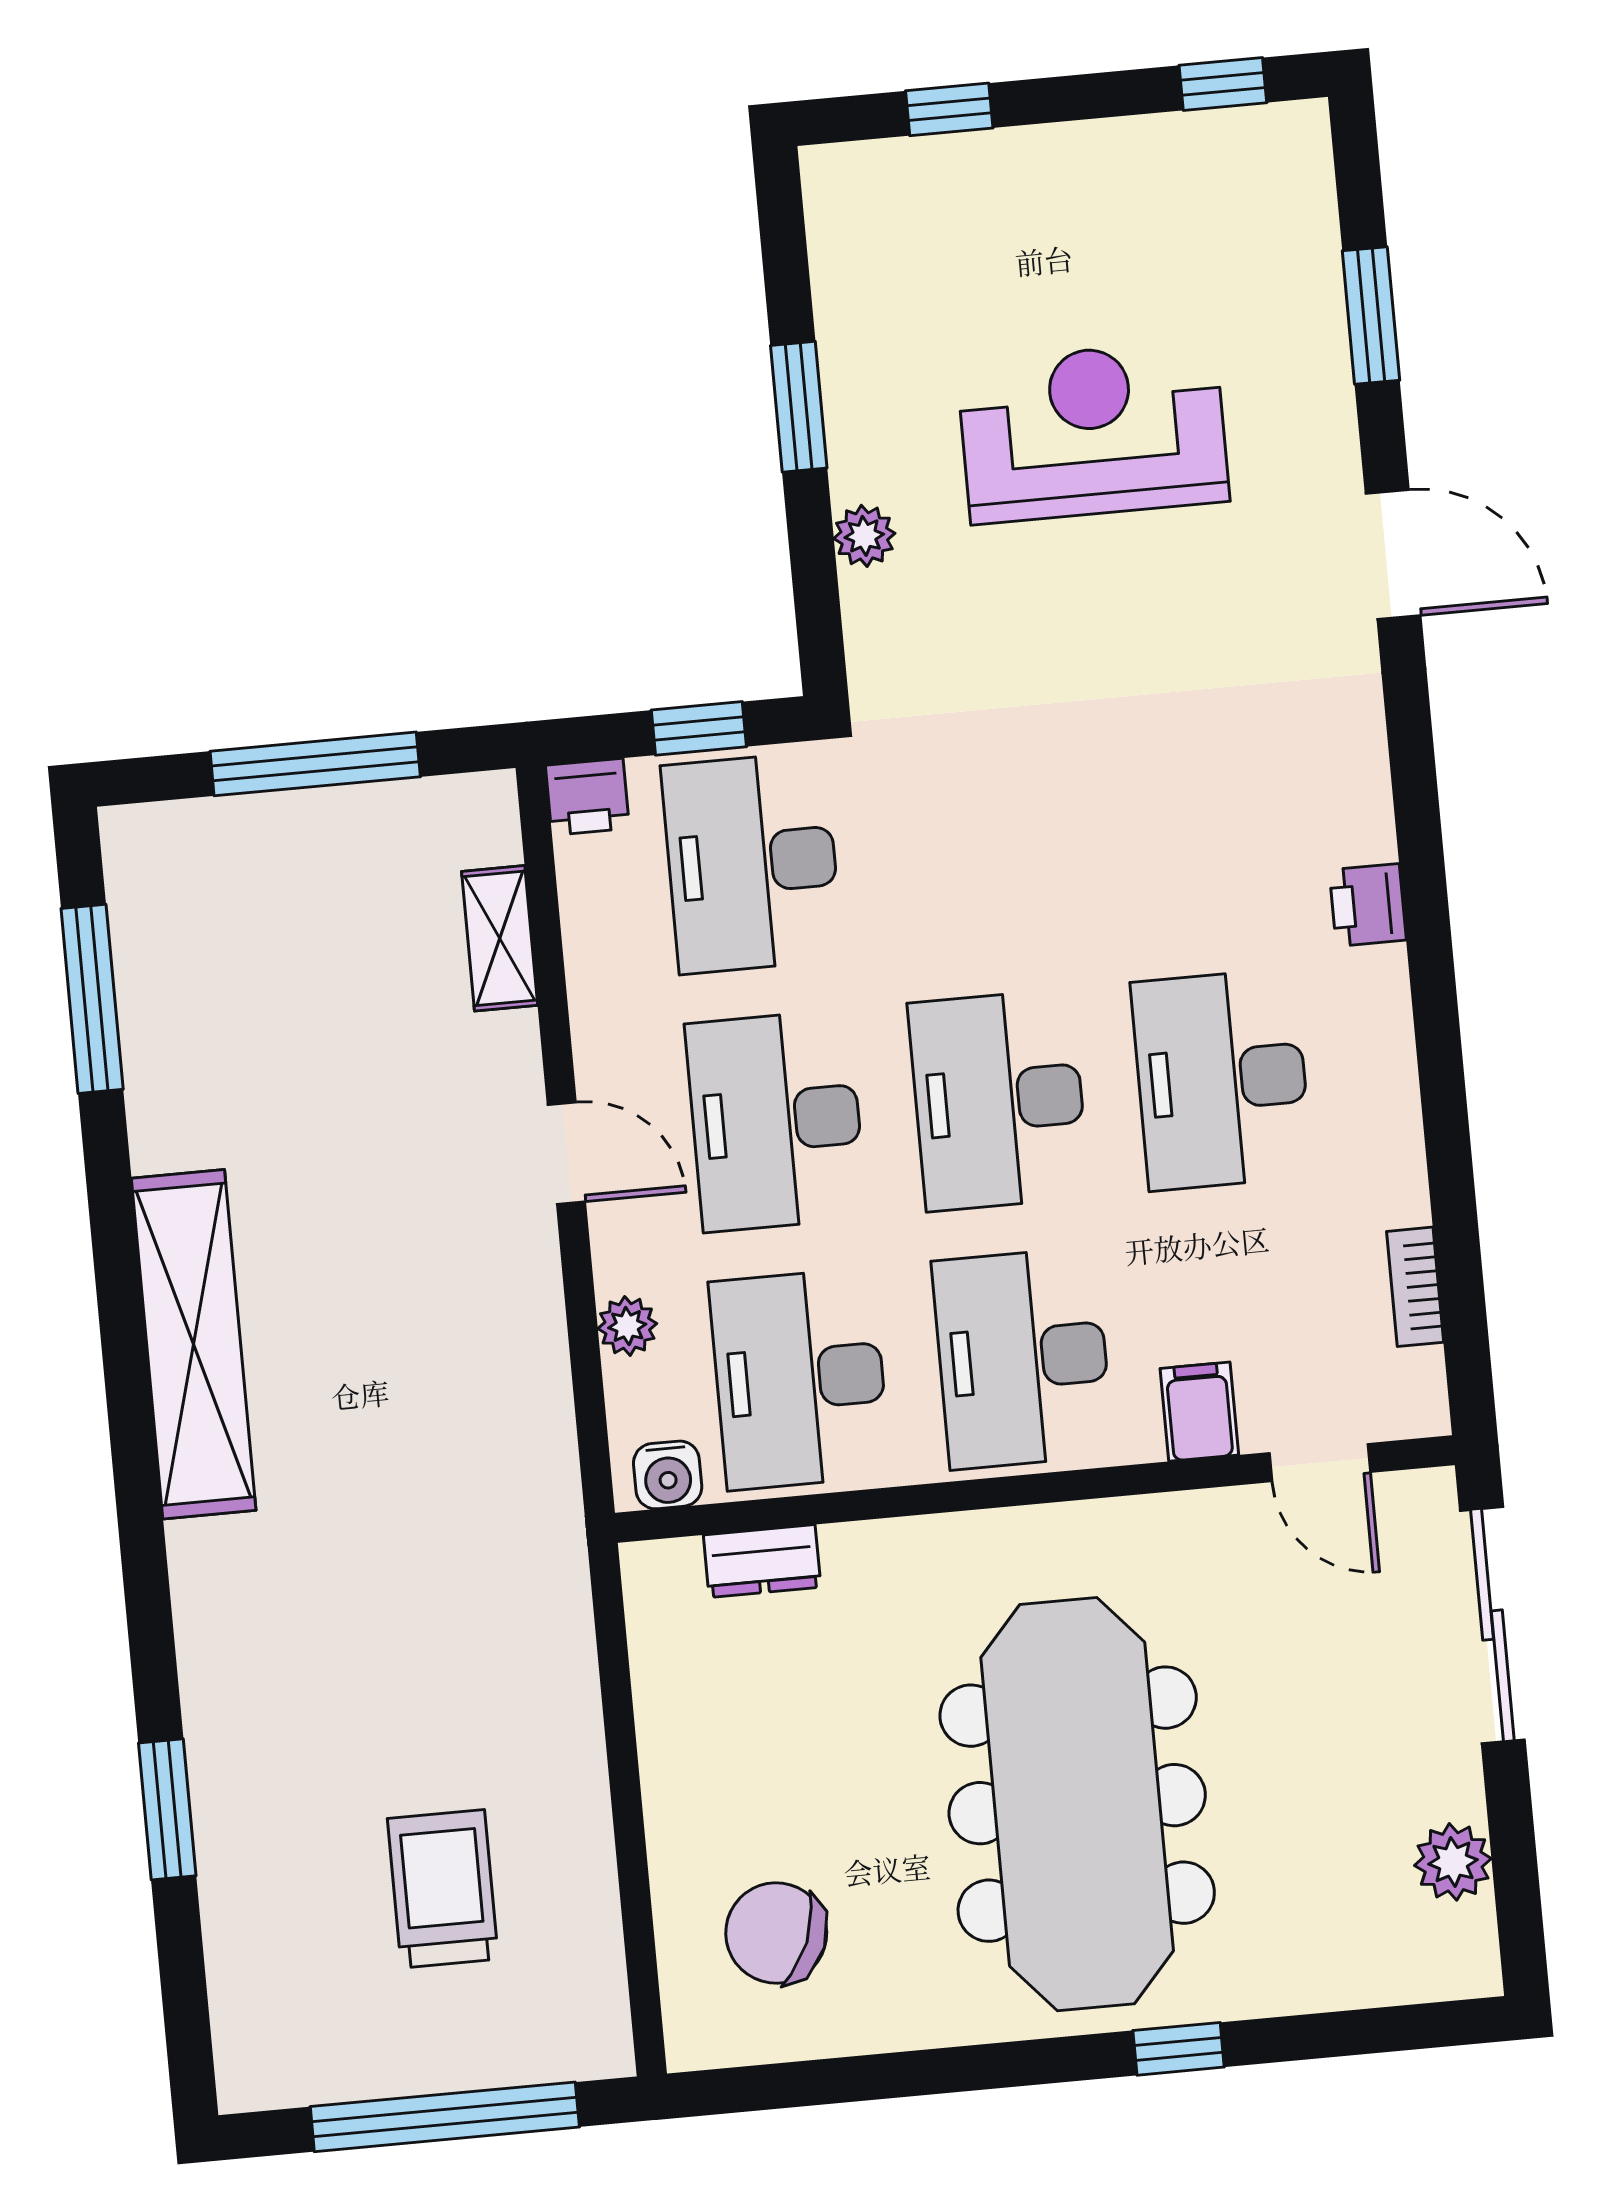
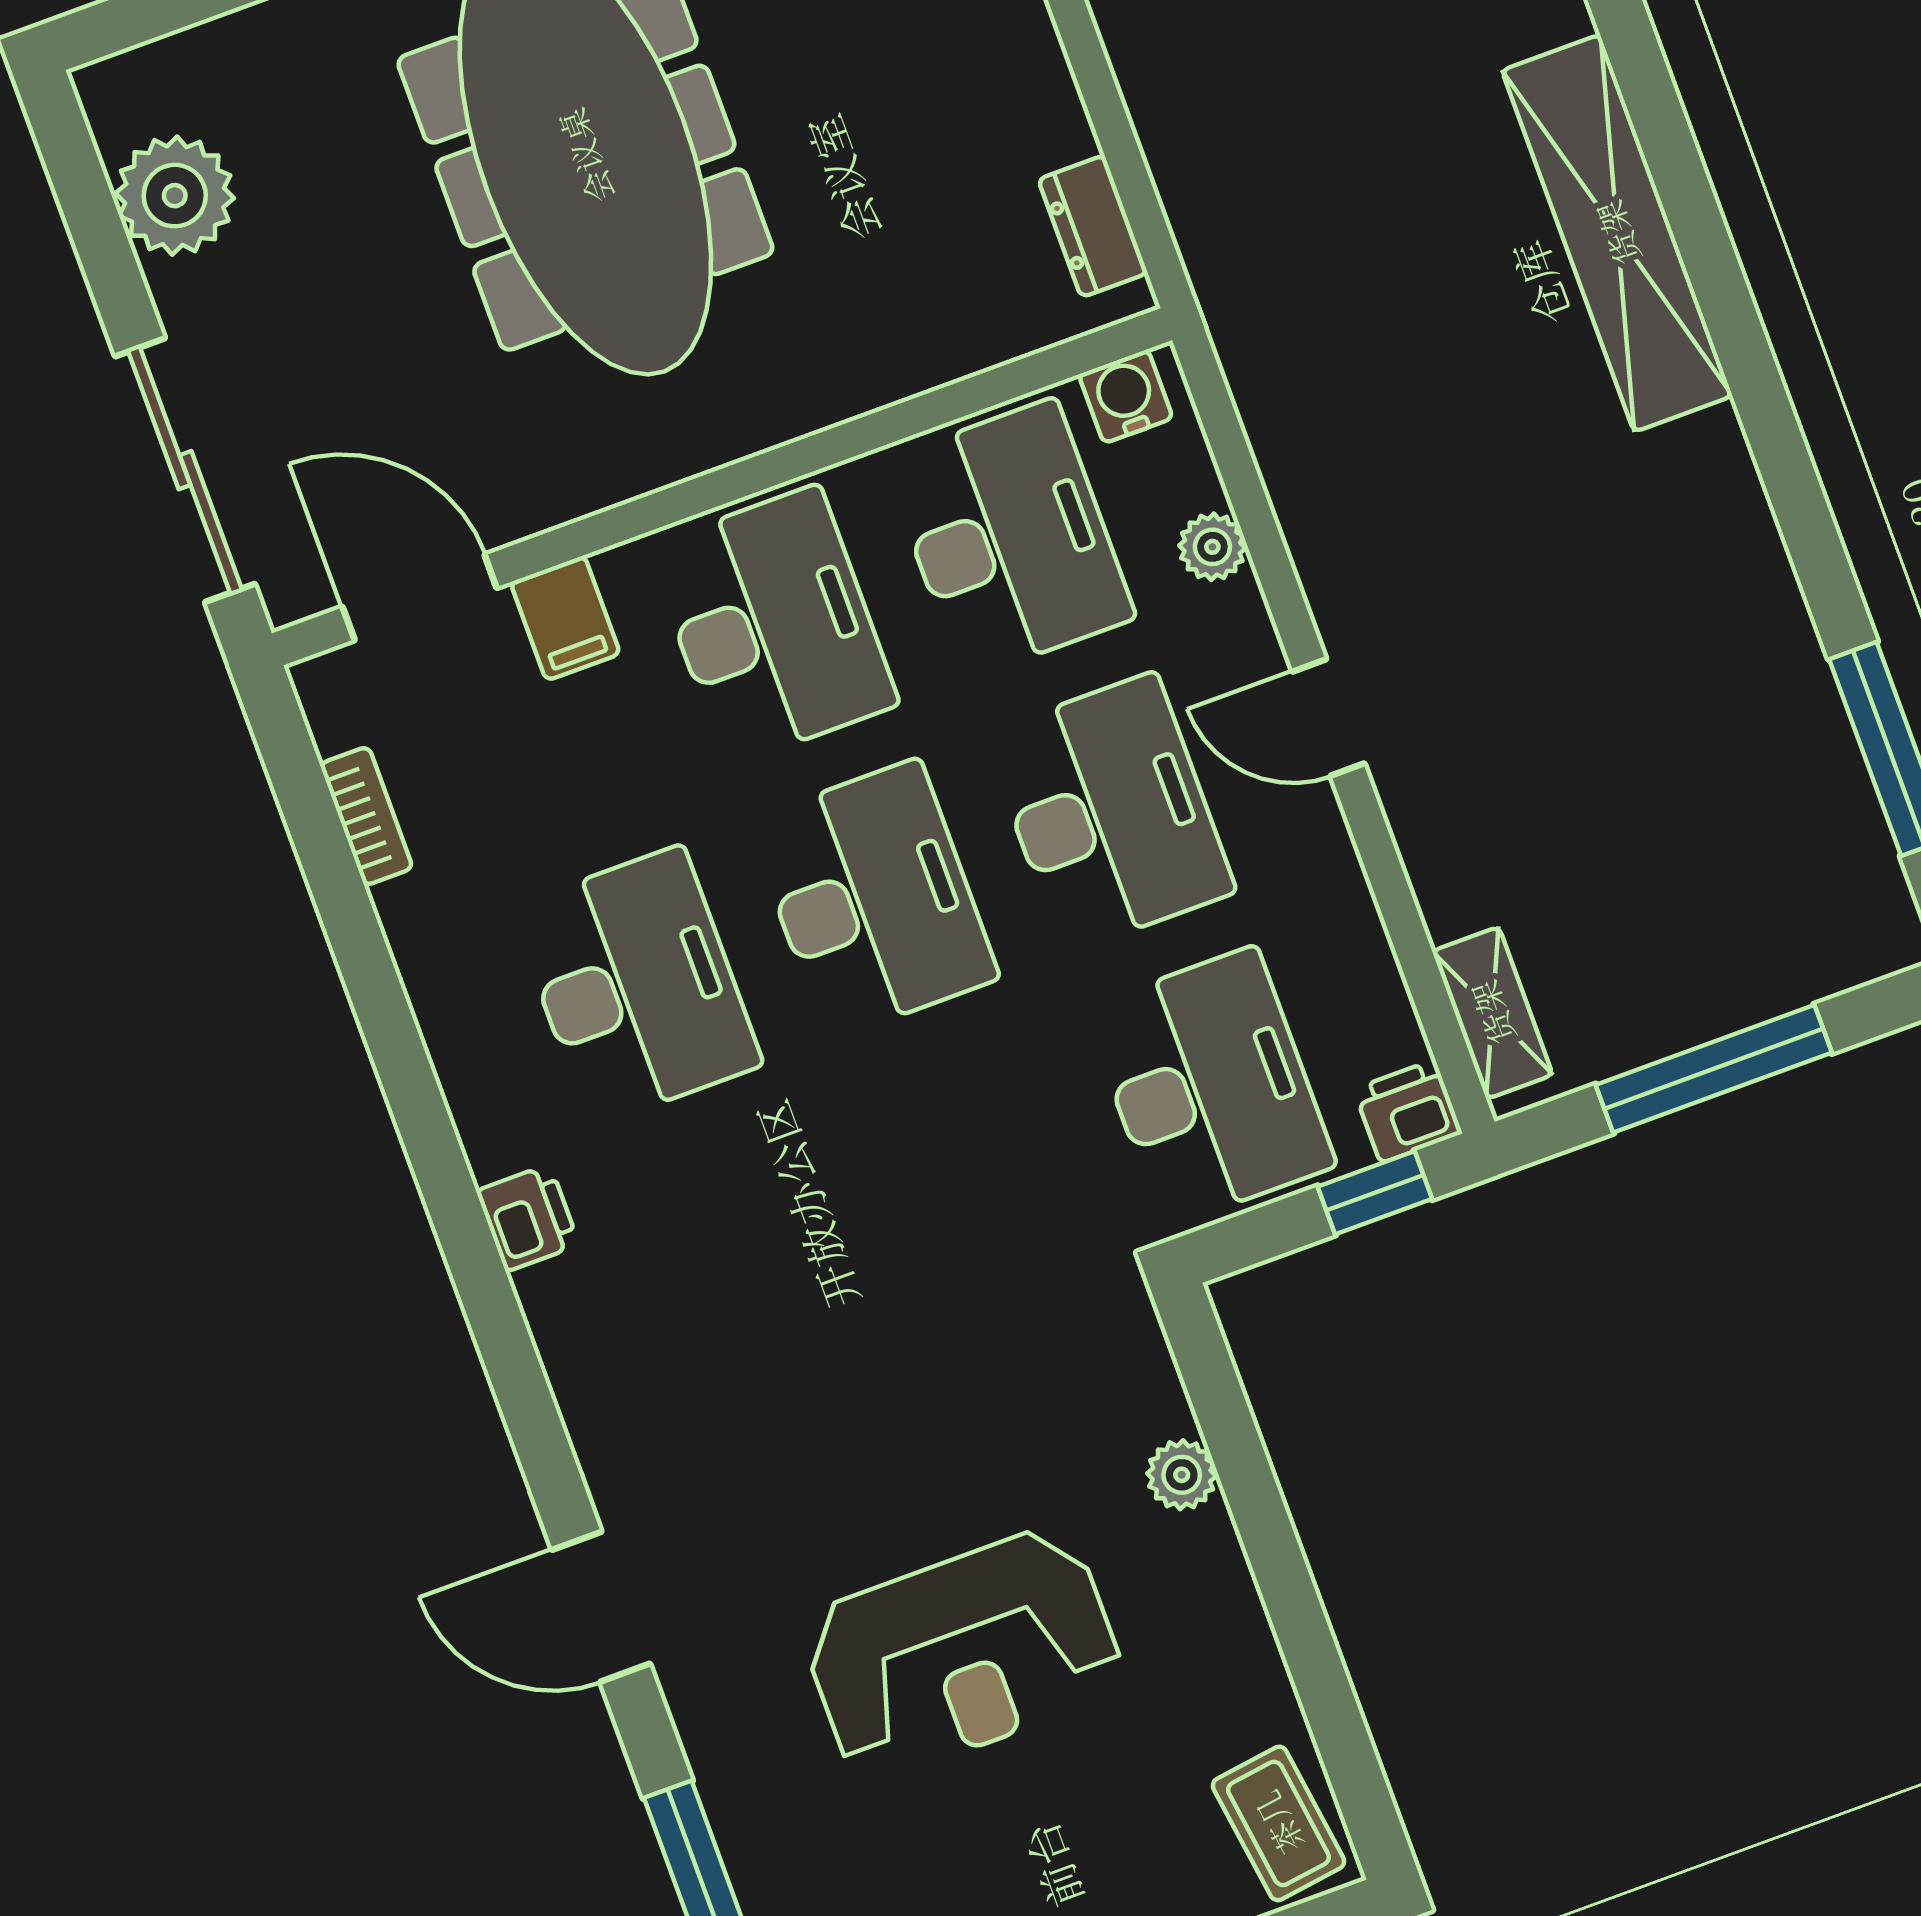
coffee table: (860, 214) -> (1278, 1823), added
window: (799, 407) -> (1290, 1596), removed
window: (699, 728) -> (1375, 1193), moved
shelving: (500, 938) -> (1492, 1013), moved
shelving: (194, 1344) -> (1617, 233), moved
door: (1320, 1463) -> (420, 597), width x1.38
dresser: (762, 1561) -> (1093, 226), moved, turned -90
plant: (1453, 1862) -> (175, 196), width x1.36, depth x1.36

